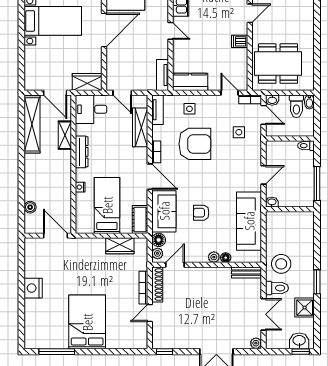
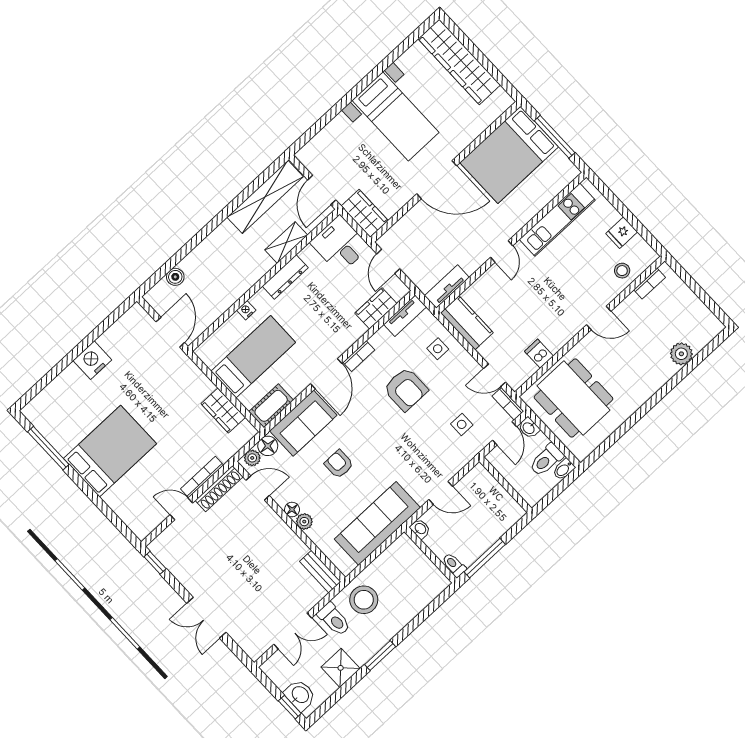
dishwasher: (240, 41) -> (539, 354), moved
door: (230, 93) -> (494, 375), swing flipped
wardrobe: (140, 127) -> (376, 308), width x0.67
armchair: (195, 144) -> (406, 389), width x0.73, depth x0.73
toilet: (306, 146) -> (454, 565), moved
floor lamp: (226, 258) -> (292, 510), moved
plant: (256, 343) -> (254, 651), removed

